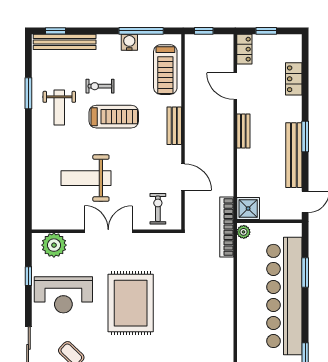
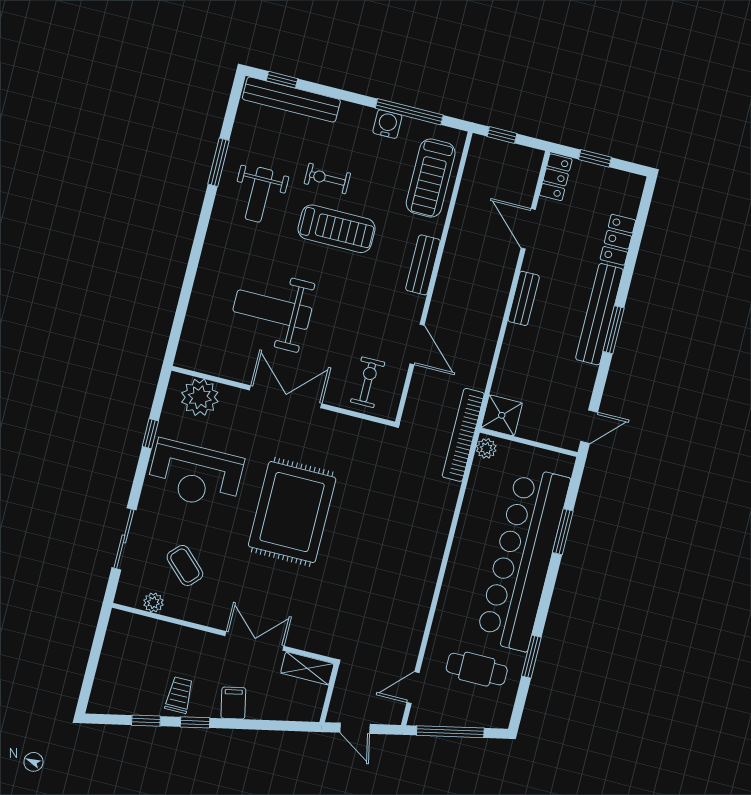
bench: (294, 155) -> (599, 314), moved

